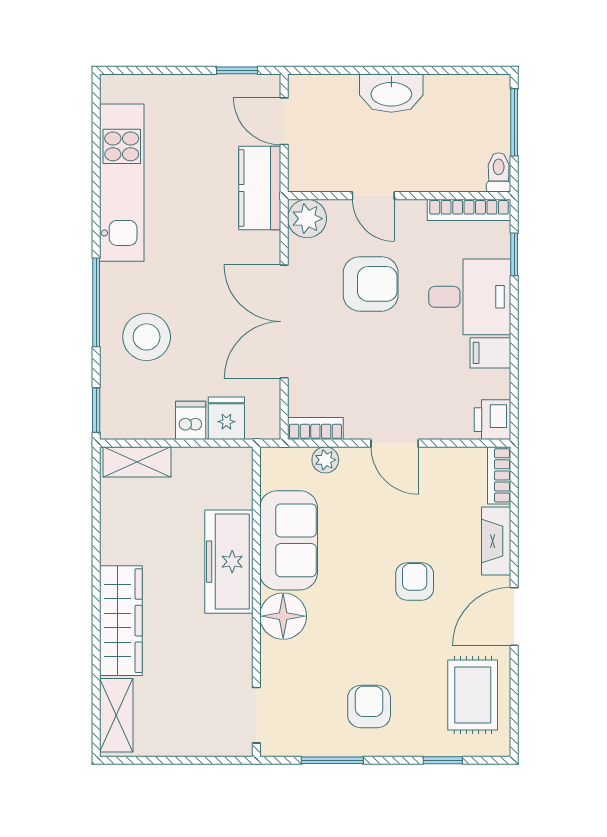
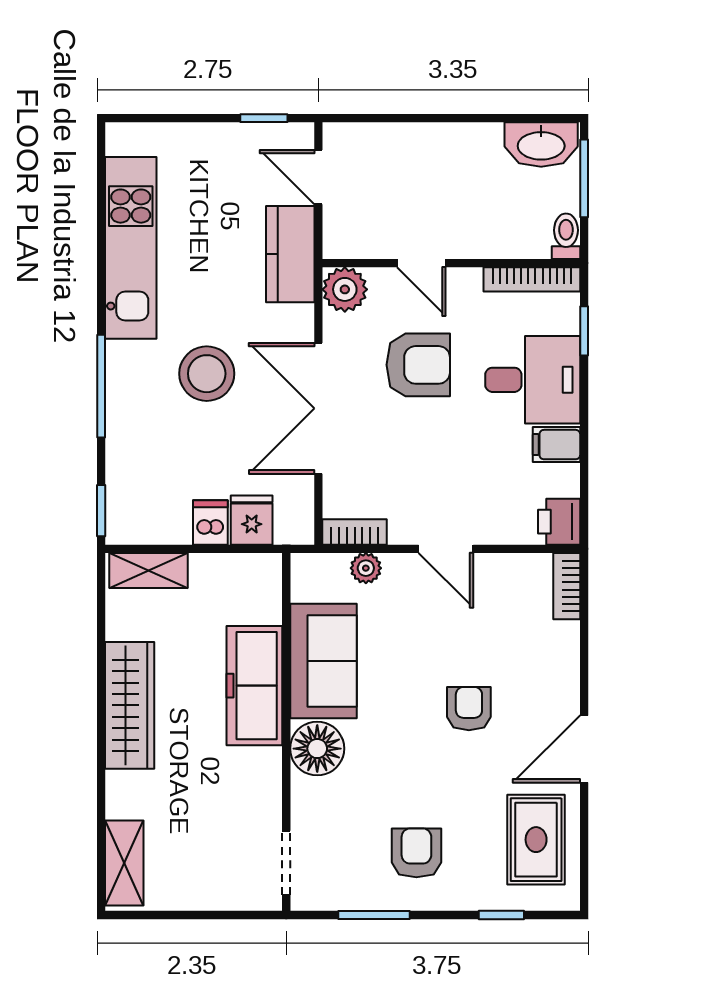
washbasin: (391, 93) -> (541, 145), moved
stool: (147, 337) -> (207, 374), moved
fireplace: (496, 541) -> (563, 662), removed
wardrobe: (121, 621) -> (130, 705), moved

